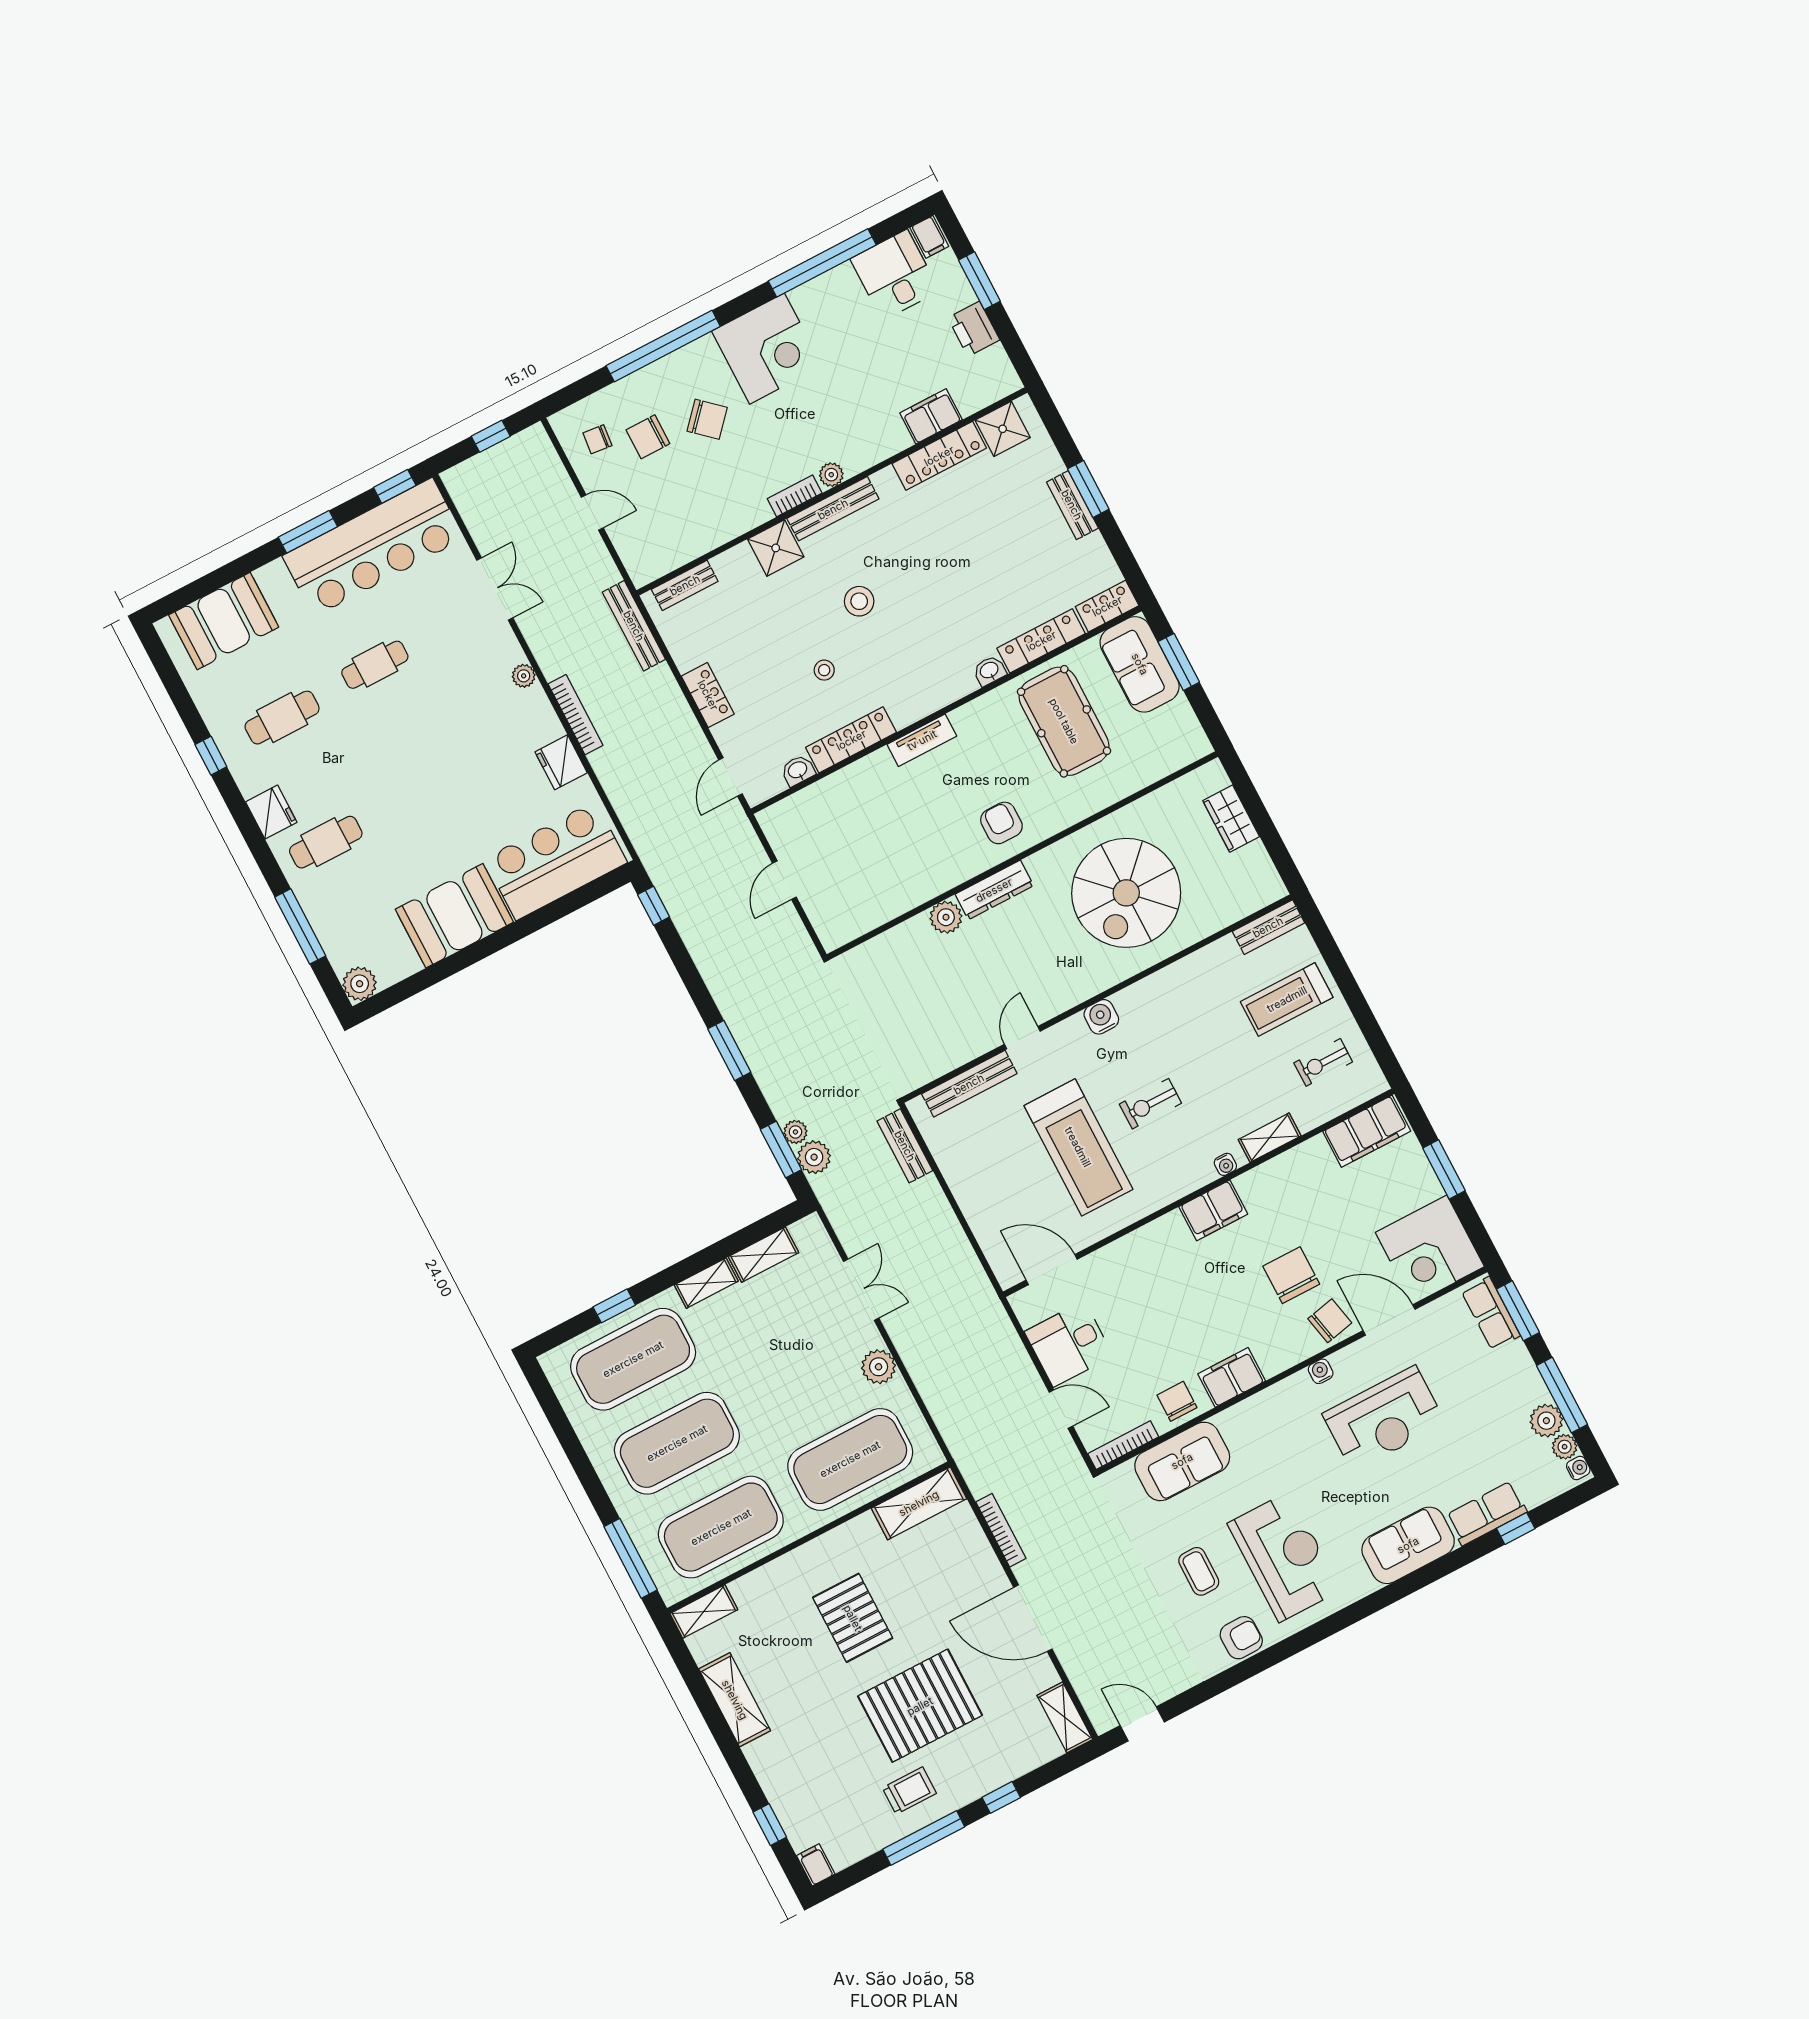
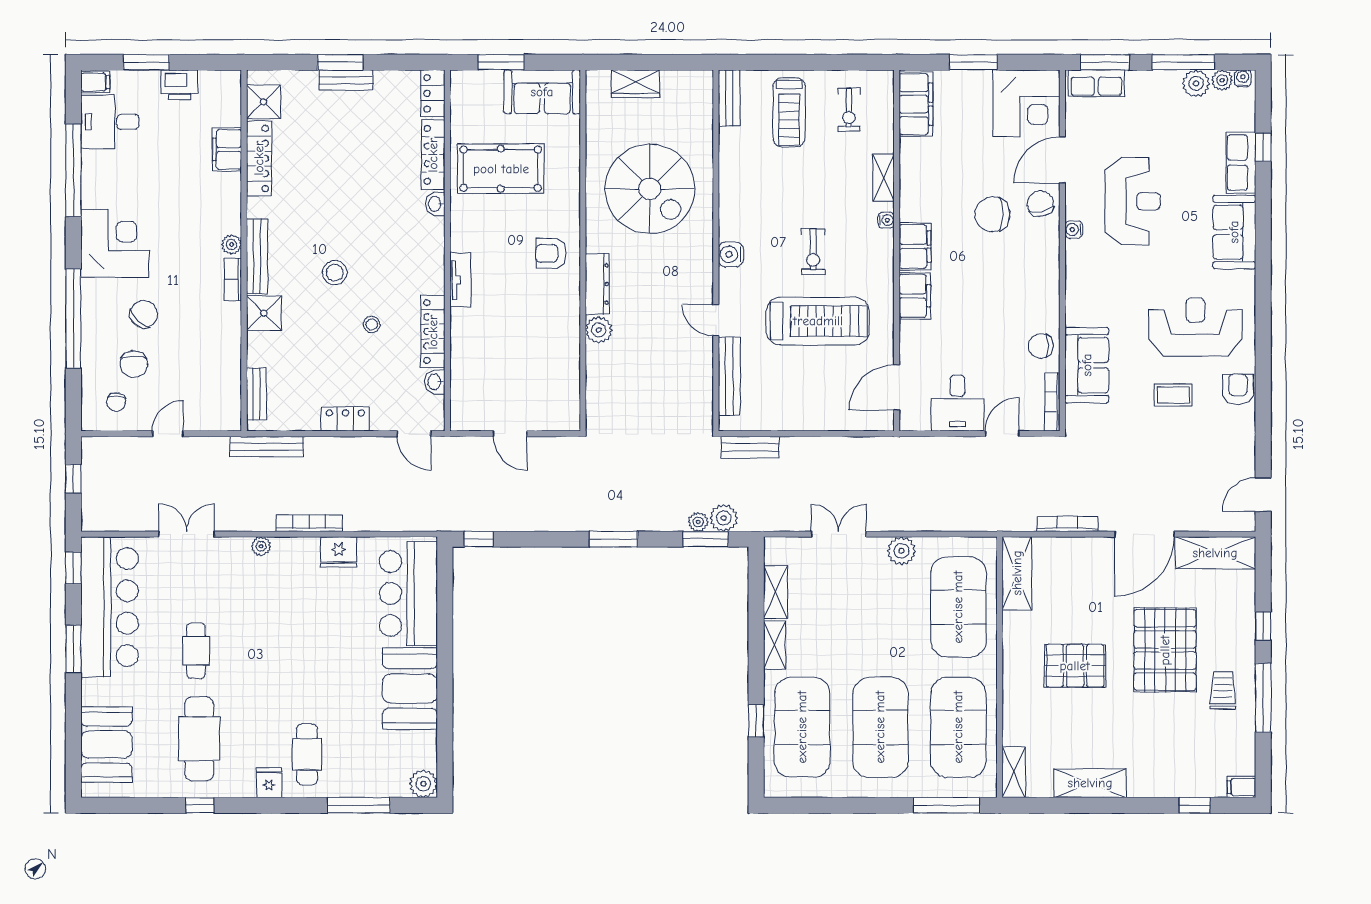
sofa: (1140, 664) -> (542, 92), moved
cafe table: (282, 718) -> (199, 739), width x1.37, depth x1.35
fridge: (271, 812) -> (269, 783), width x0.72
filing cabinet: (1232, 1377) -> (915, 296), moved, turned 180
shelving: (1065, 1717) -> (1215, 553), width x1.50, depth x1.33

